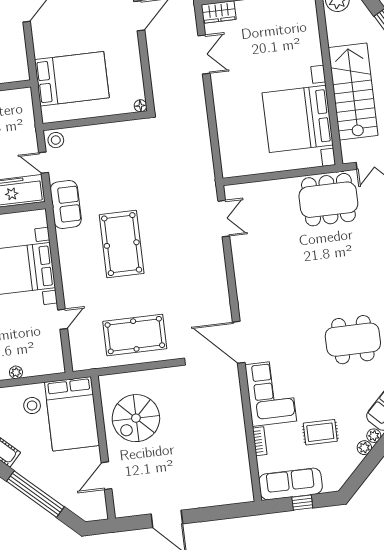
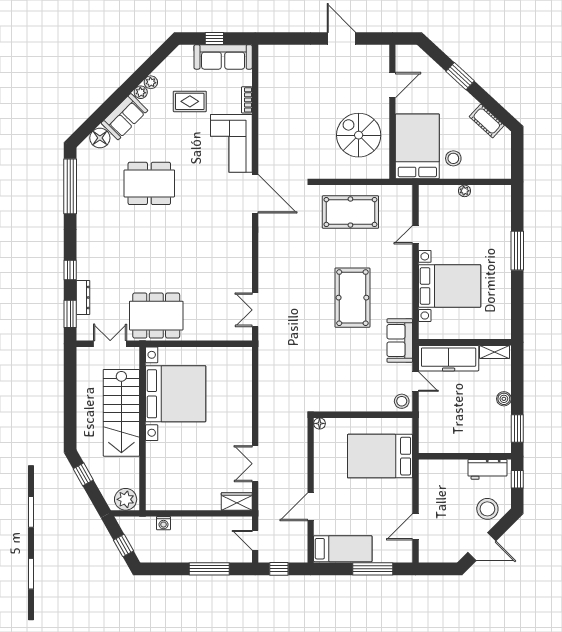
spiral stairs: (136, 418) -> (359, 135), turned -90
window: (35, 494) -> (460, 76), width x0.47

